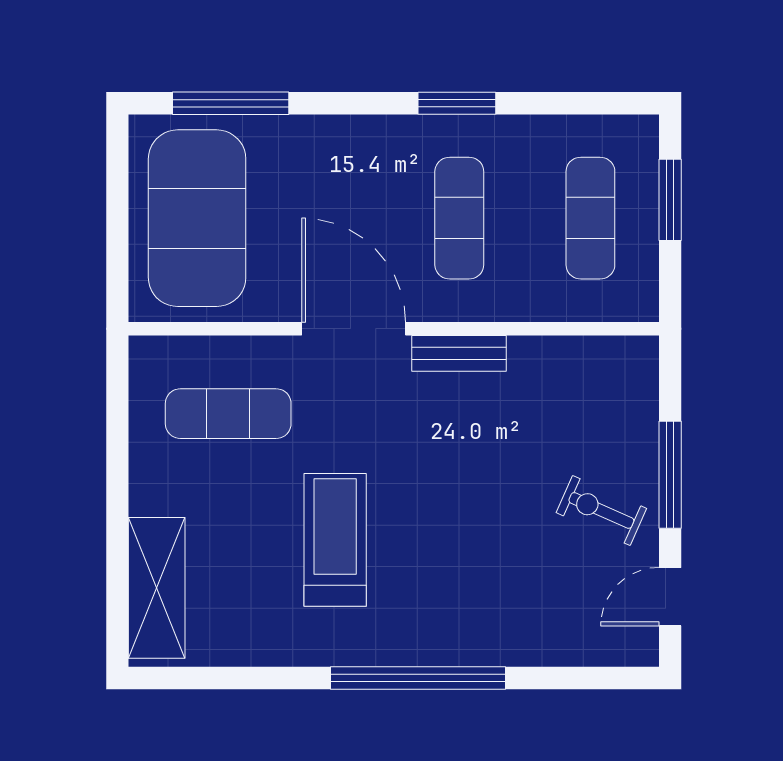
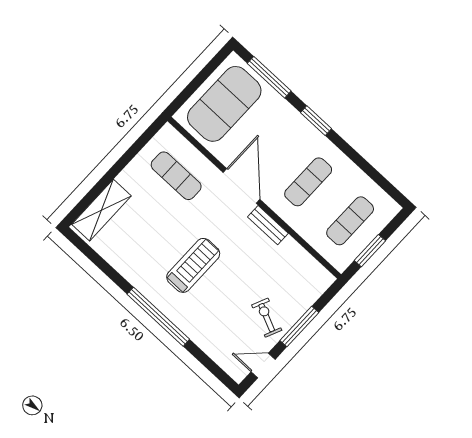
window: (457, 103) -> (316, 121), moved
window: (670, 200) -> (370, 251), moved
treadmill: (335, 540) -> (193, 265), moved

